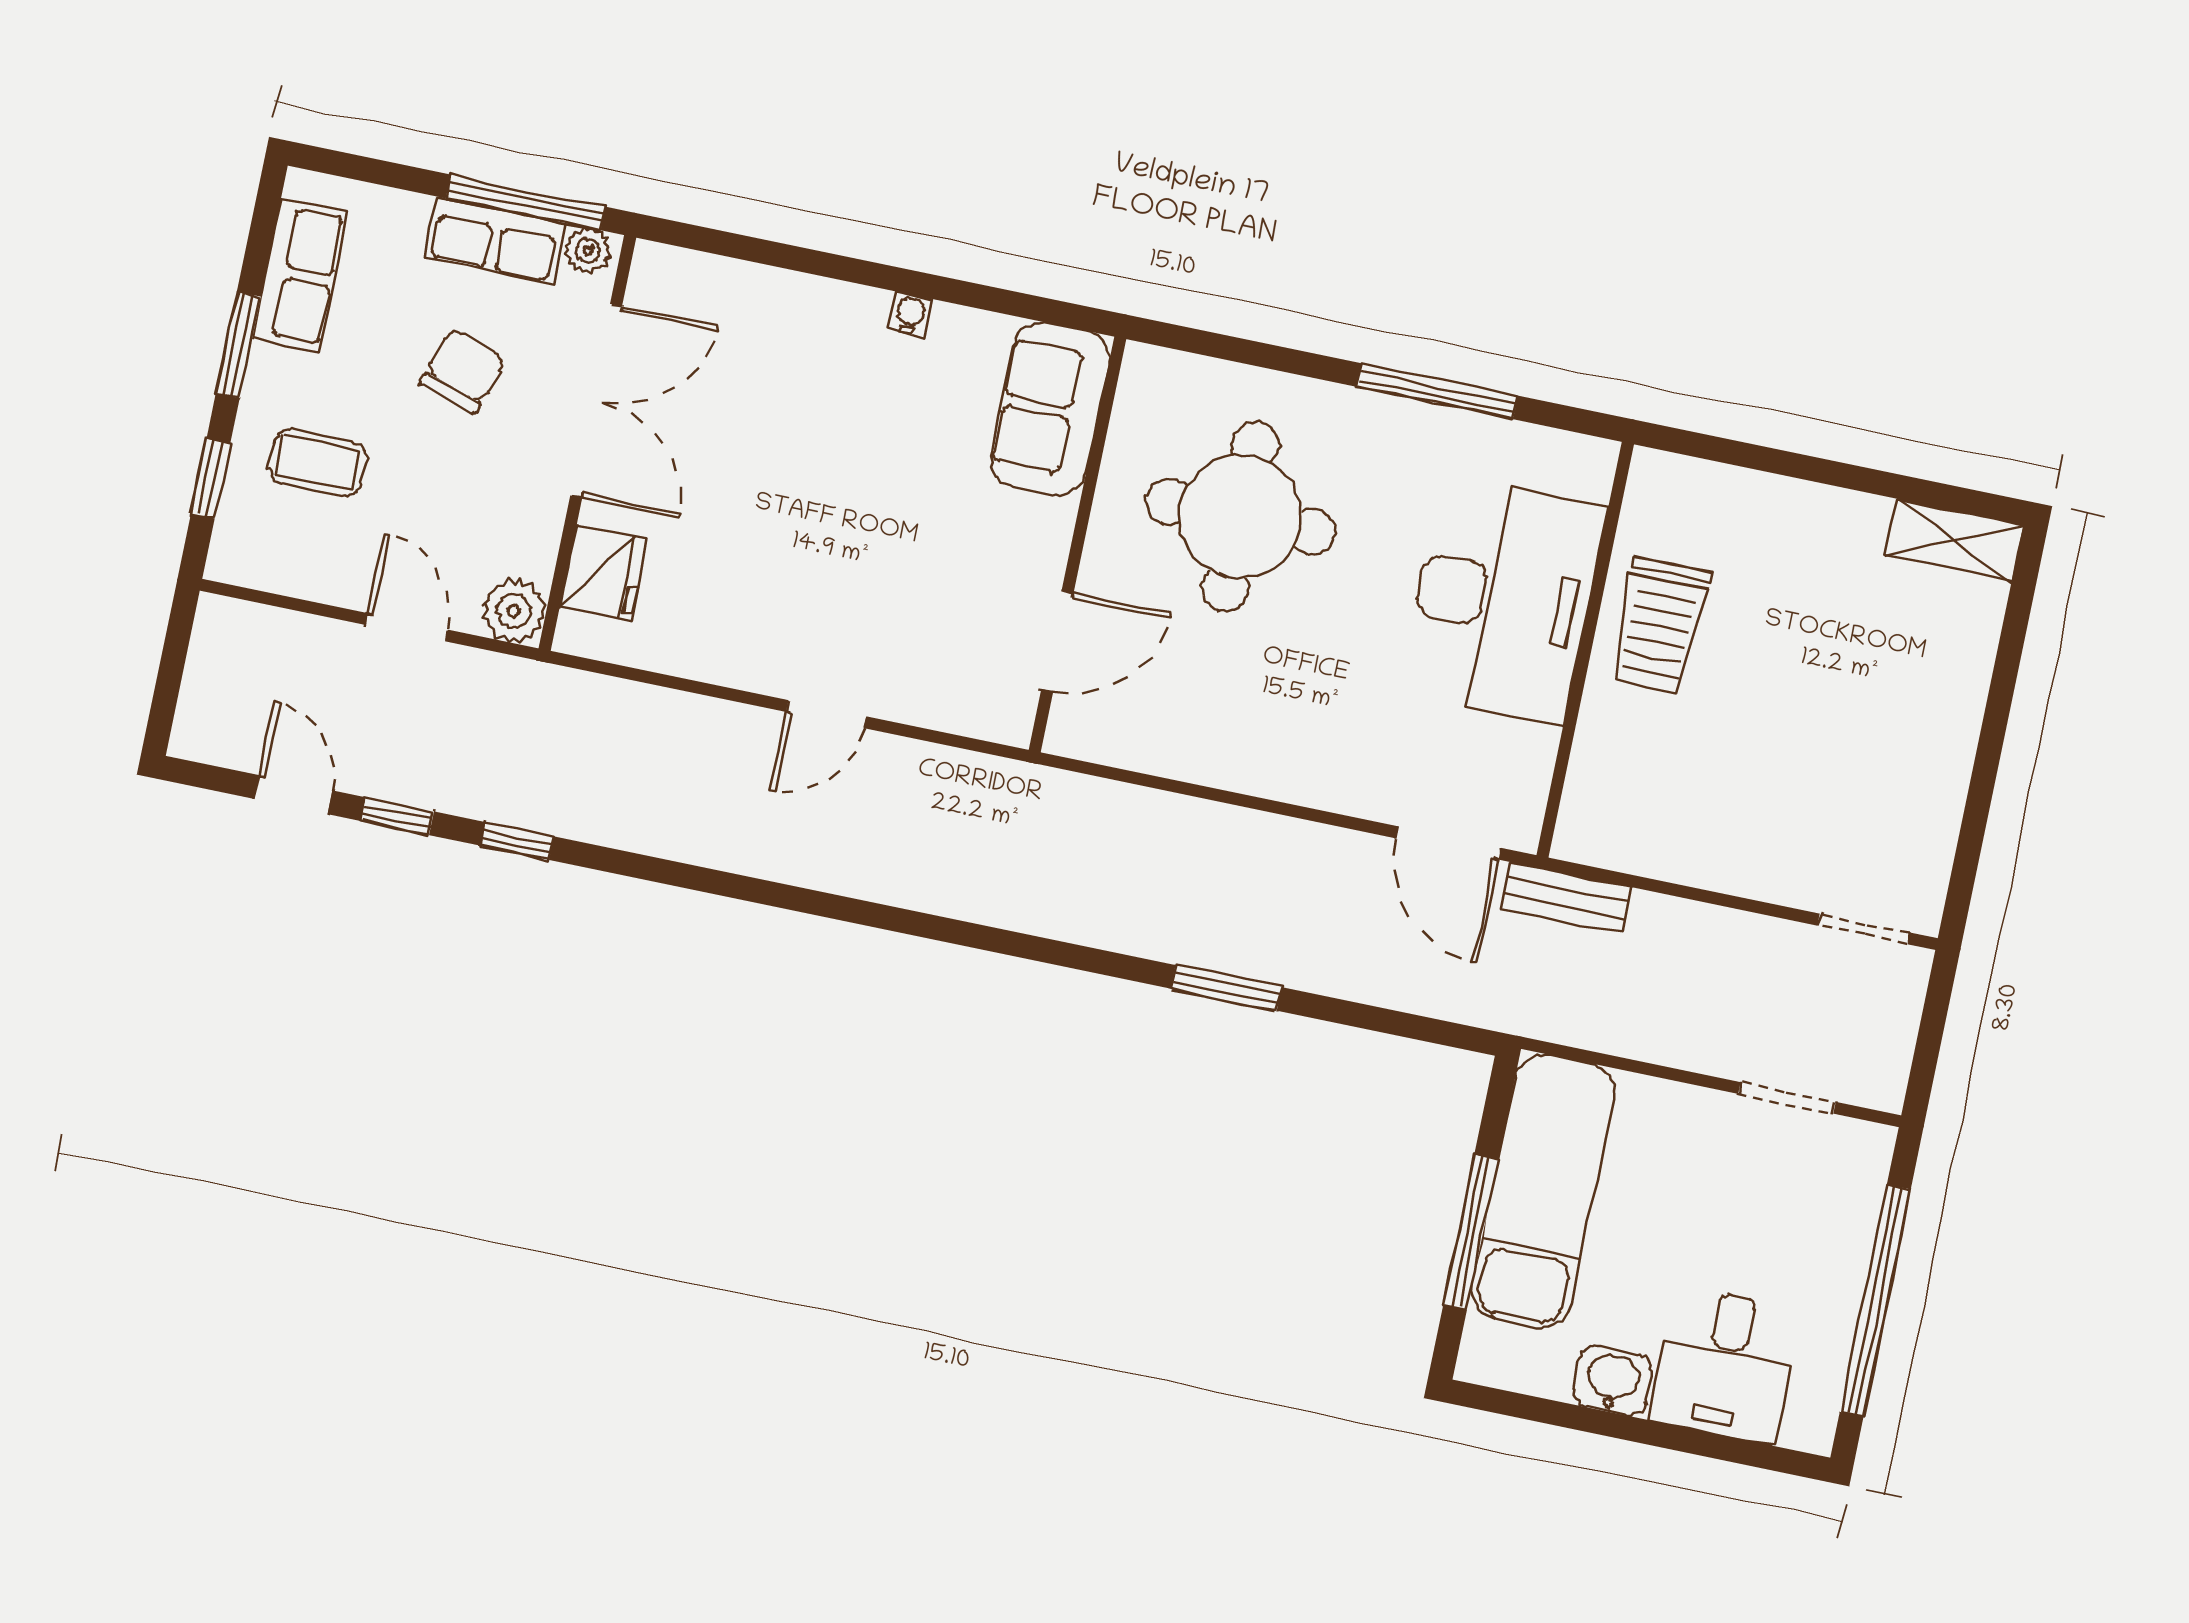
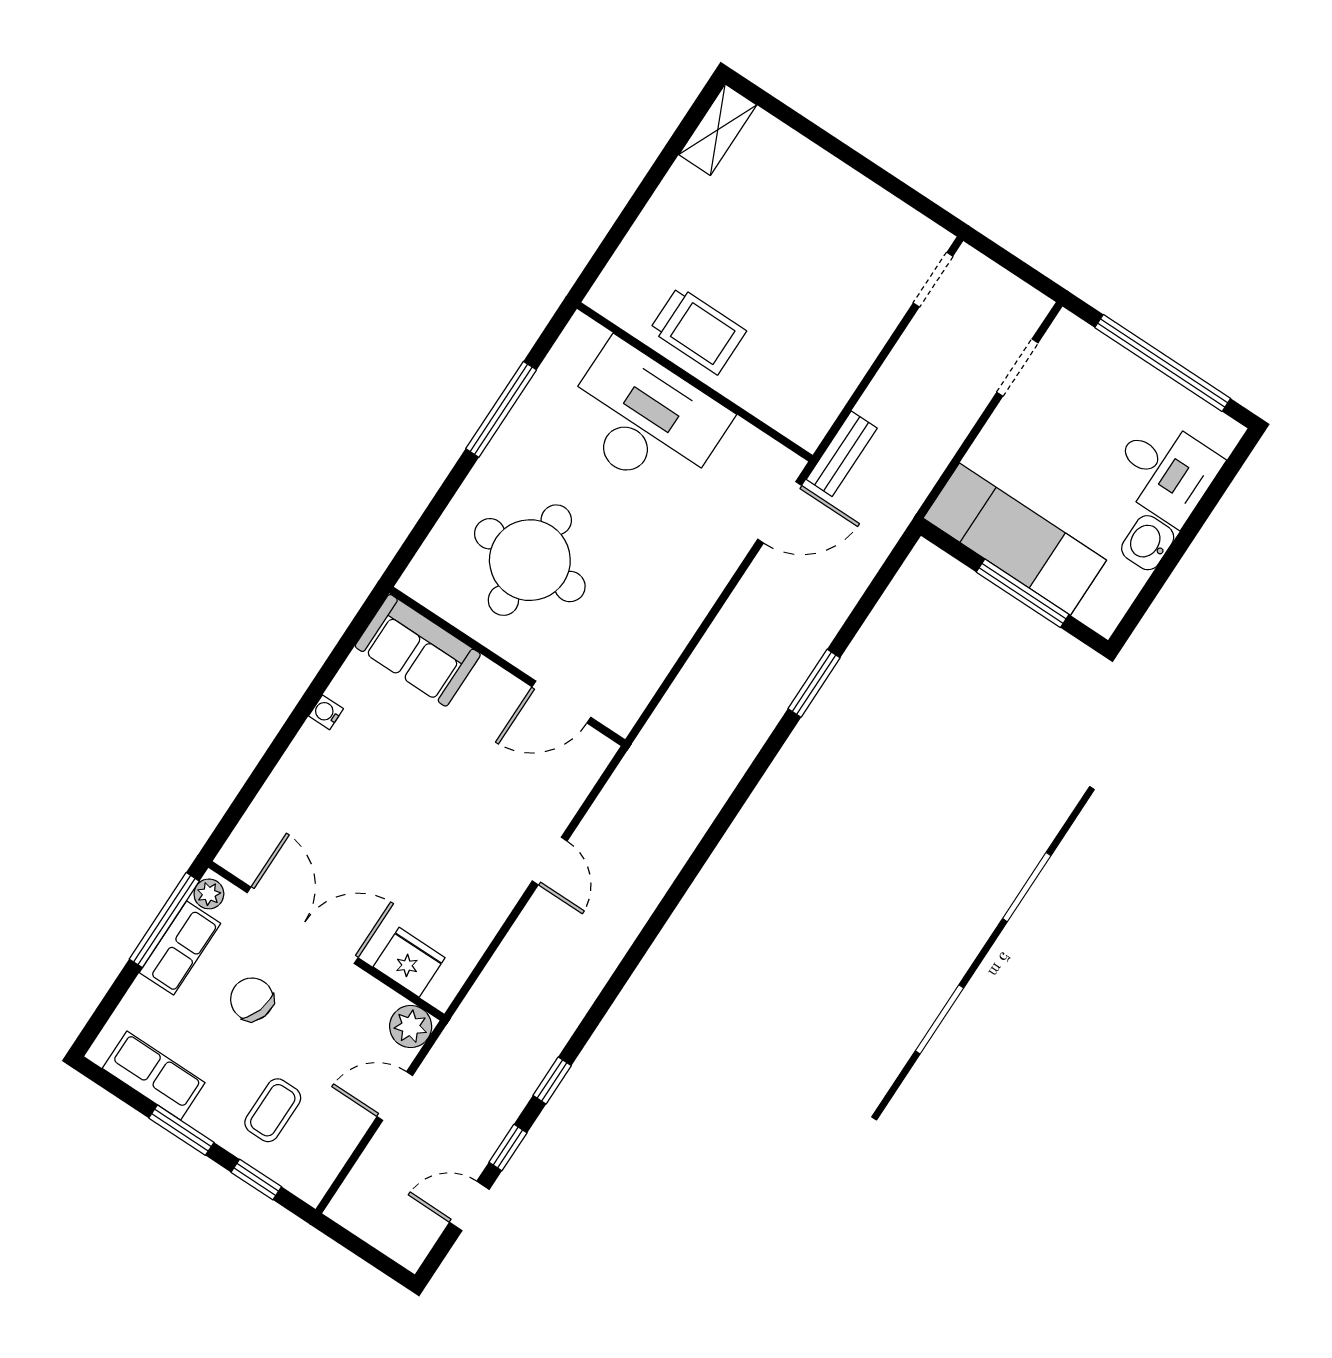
door: (1057, 641) -> (561, 702), swing flipped

